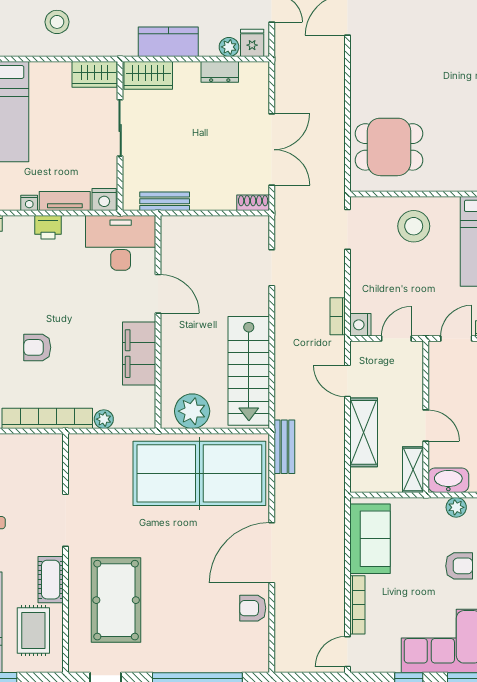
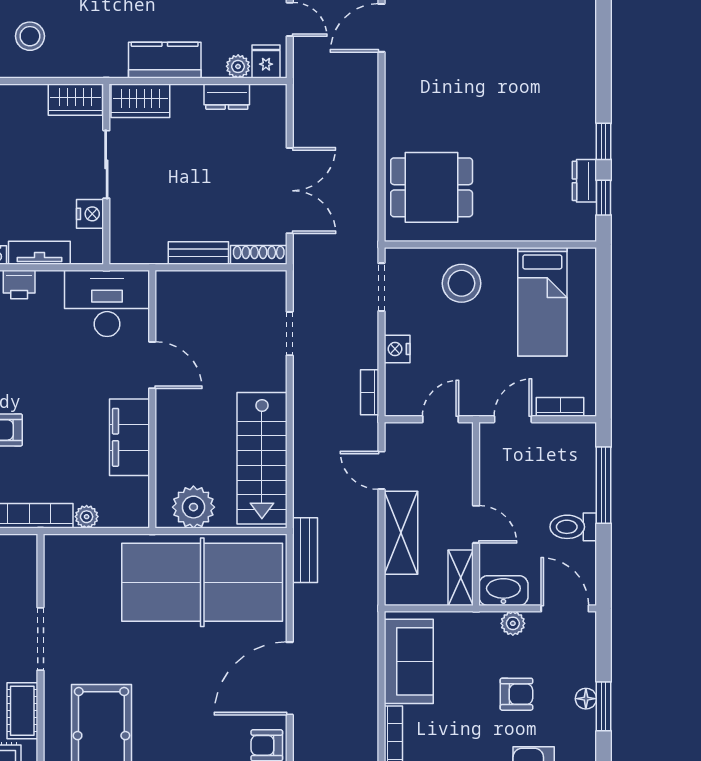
nightstand: (104, 200) -> (90, 214), moved, turned -90
bench: (165, 201) -> (198, 253), moved
shoe rack: (253, 203) -> (259, 255), width x1.43
nightstand: (360, 325) -> (397, 349), moved

